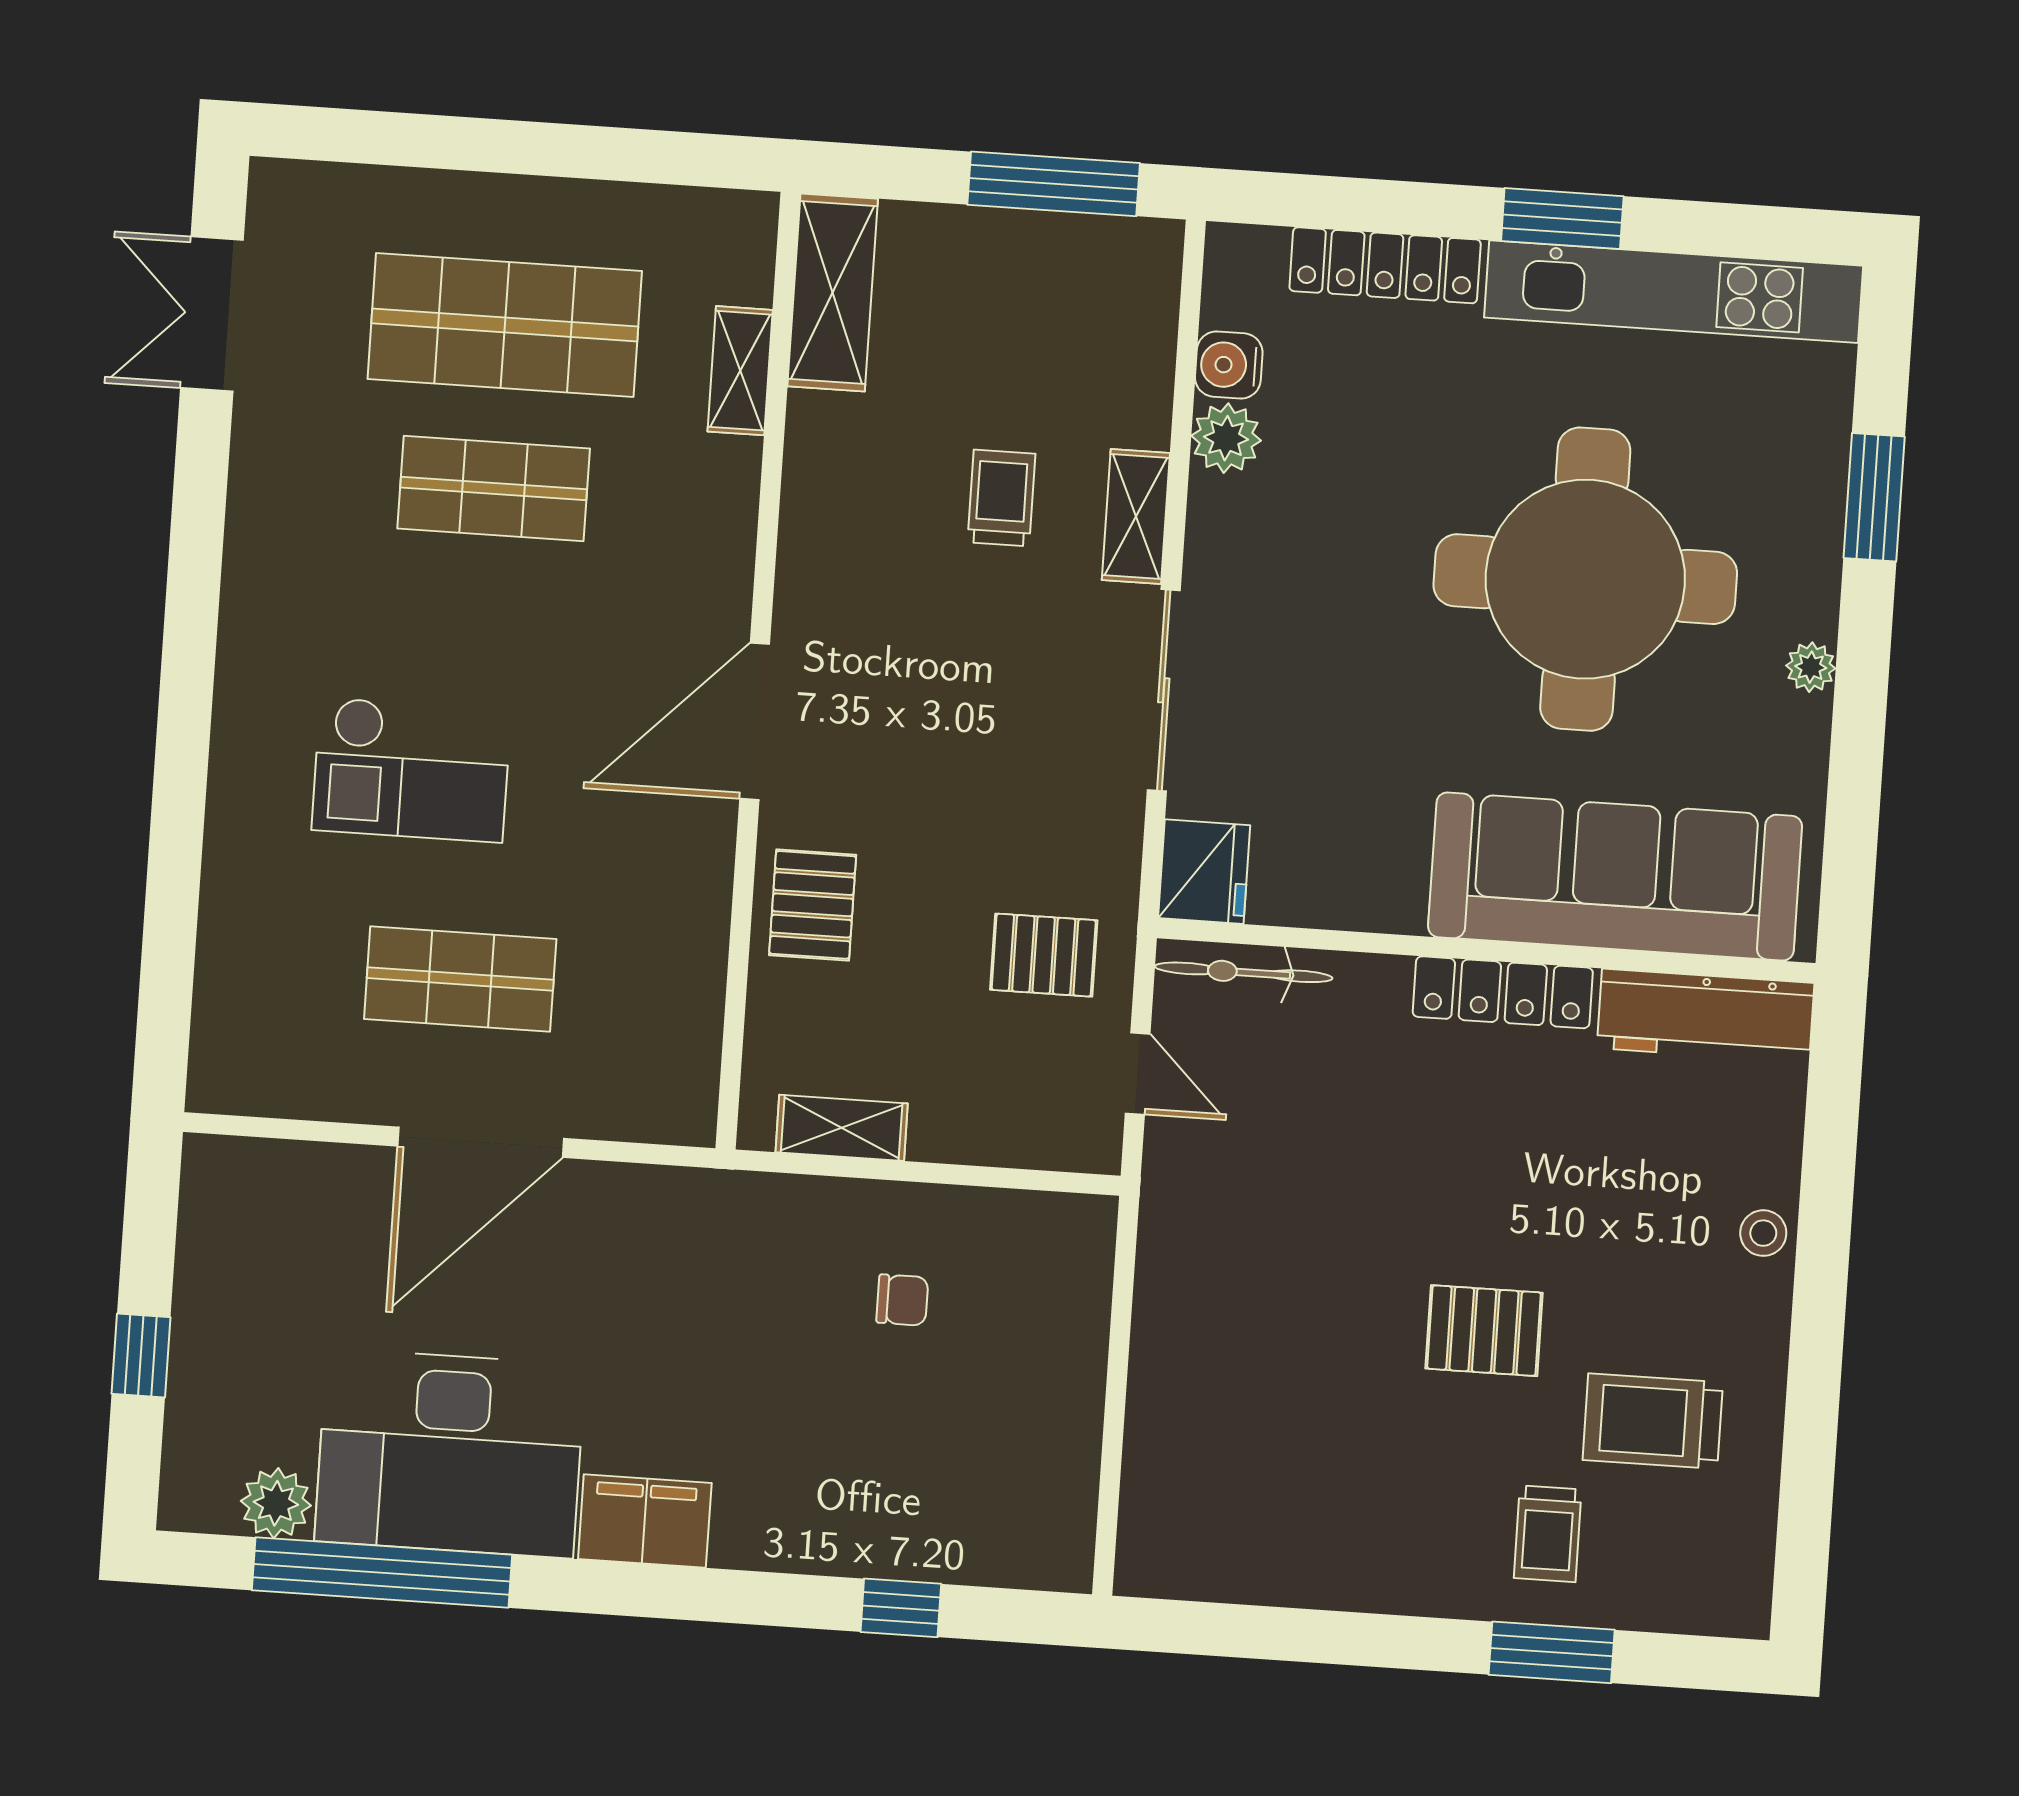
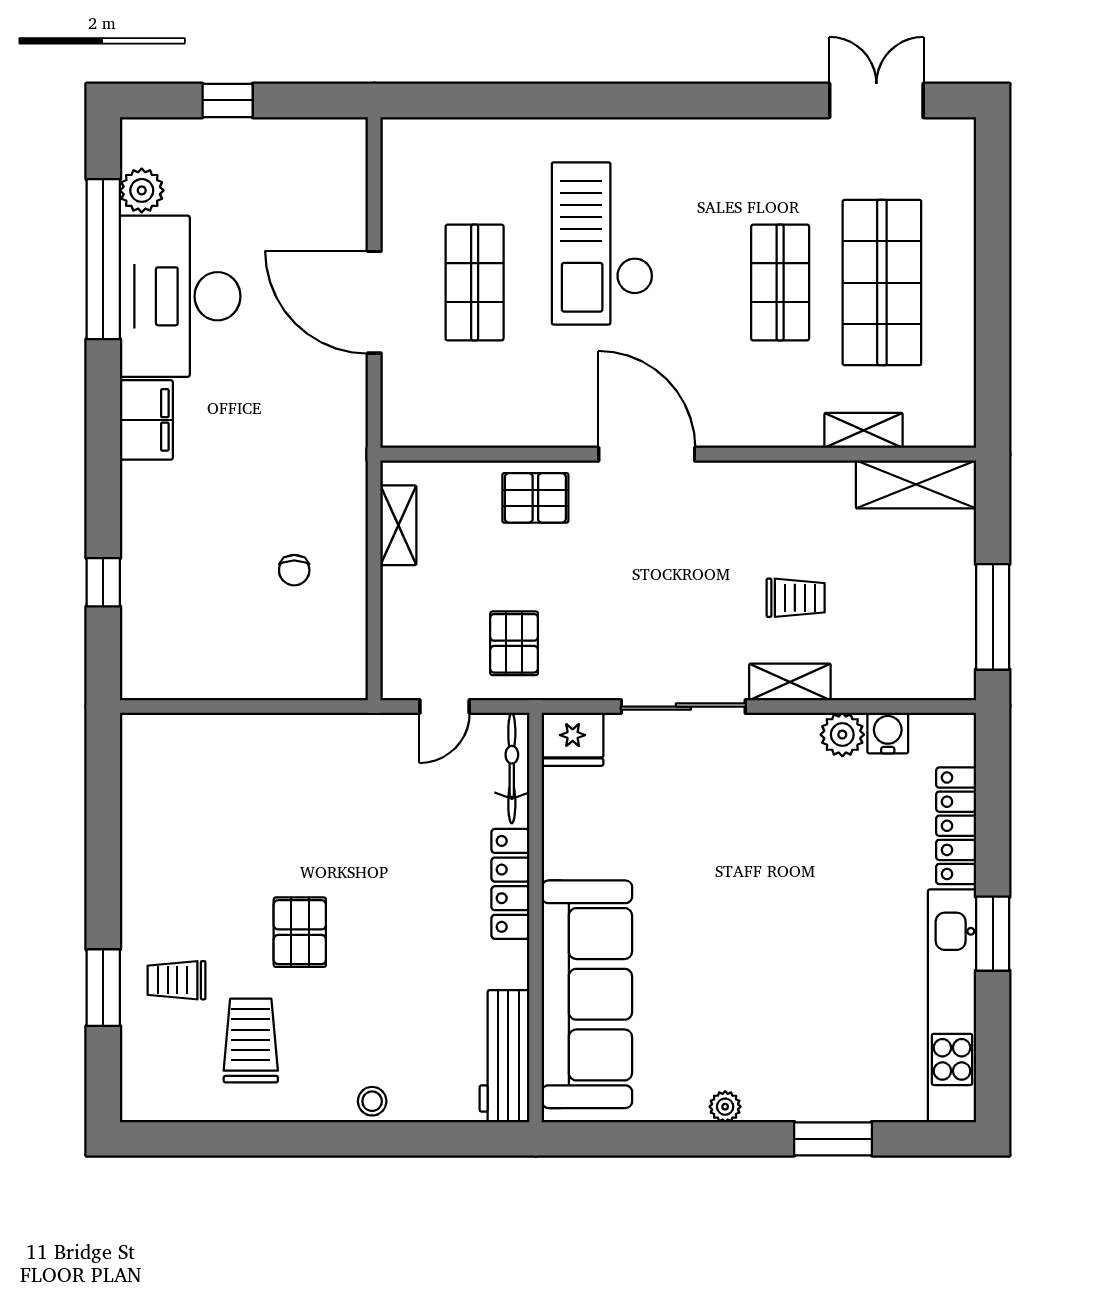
round table: (1585, 579) -> (770, 963), removed
checkout: (411, 770) -> (602, 243), width x1.36, depth x1.21
locker: (1503, 992) -> (510, 884), moved

